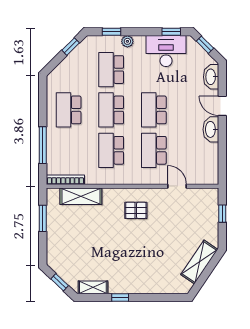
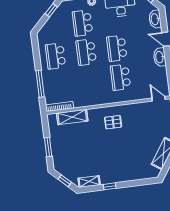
school desk: (111, 150) -> (90, 81), removed
door: (177, 186) -> (159, 99), moved
window: (43, 218) -> (48, 147), moved

